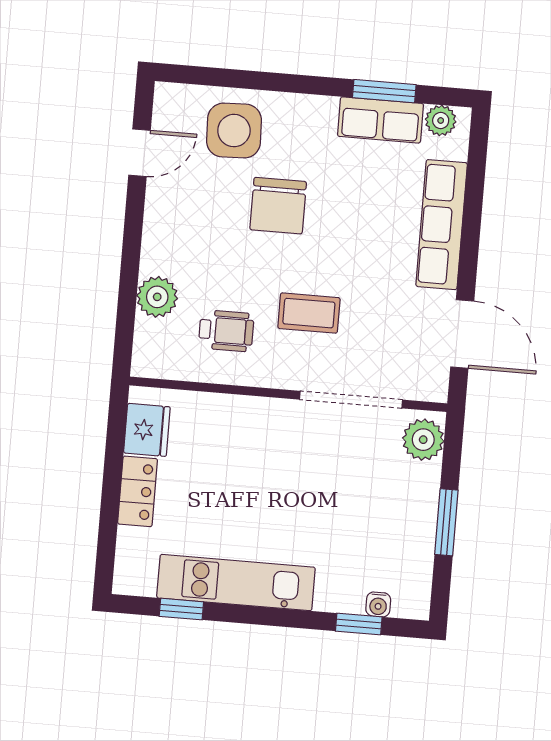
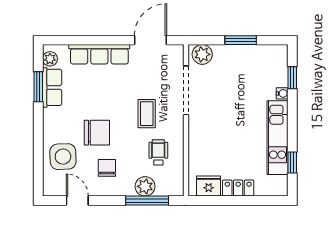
chair: (203, 221) -> (107, 168), added
window: (127, 299) -> (147, 201), added
water cooler: (378, 604) -> (282, 93), moved

